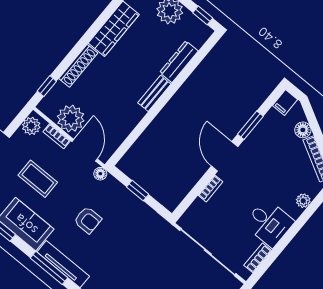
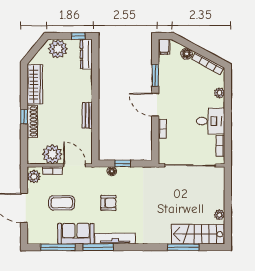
dresser: (179, 62) -> (86, 54), moved
window: (47, 86) -> (24, 117), moved
bench: (154, 93) -> (87, 115), moved
floor lamp: (100, 174) -> (112, 171), moved
window: (49, 268) -> (98, 247), moved

